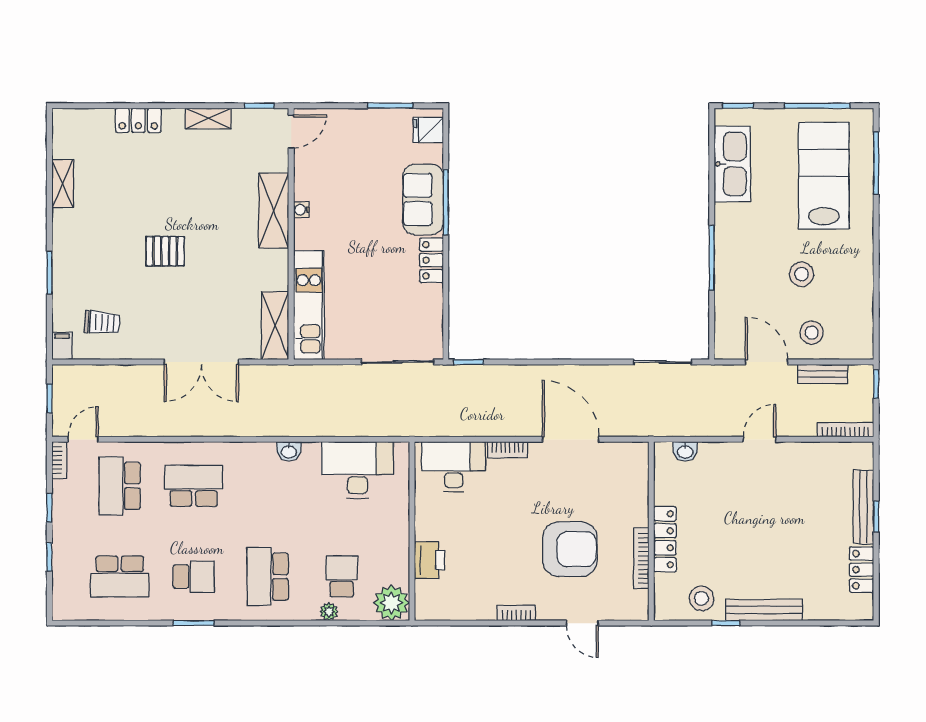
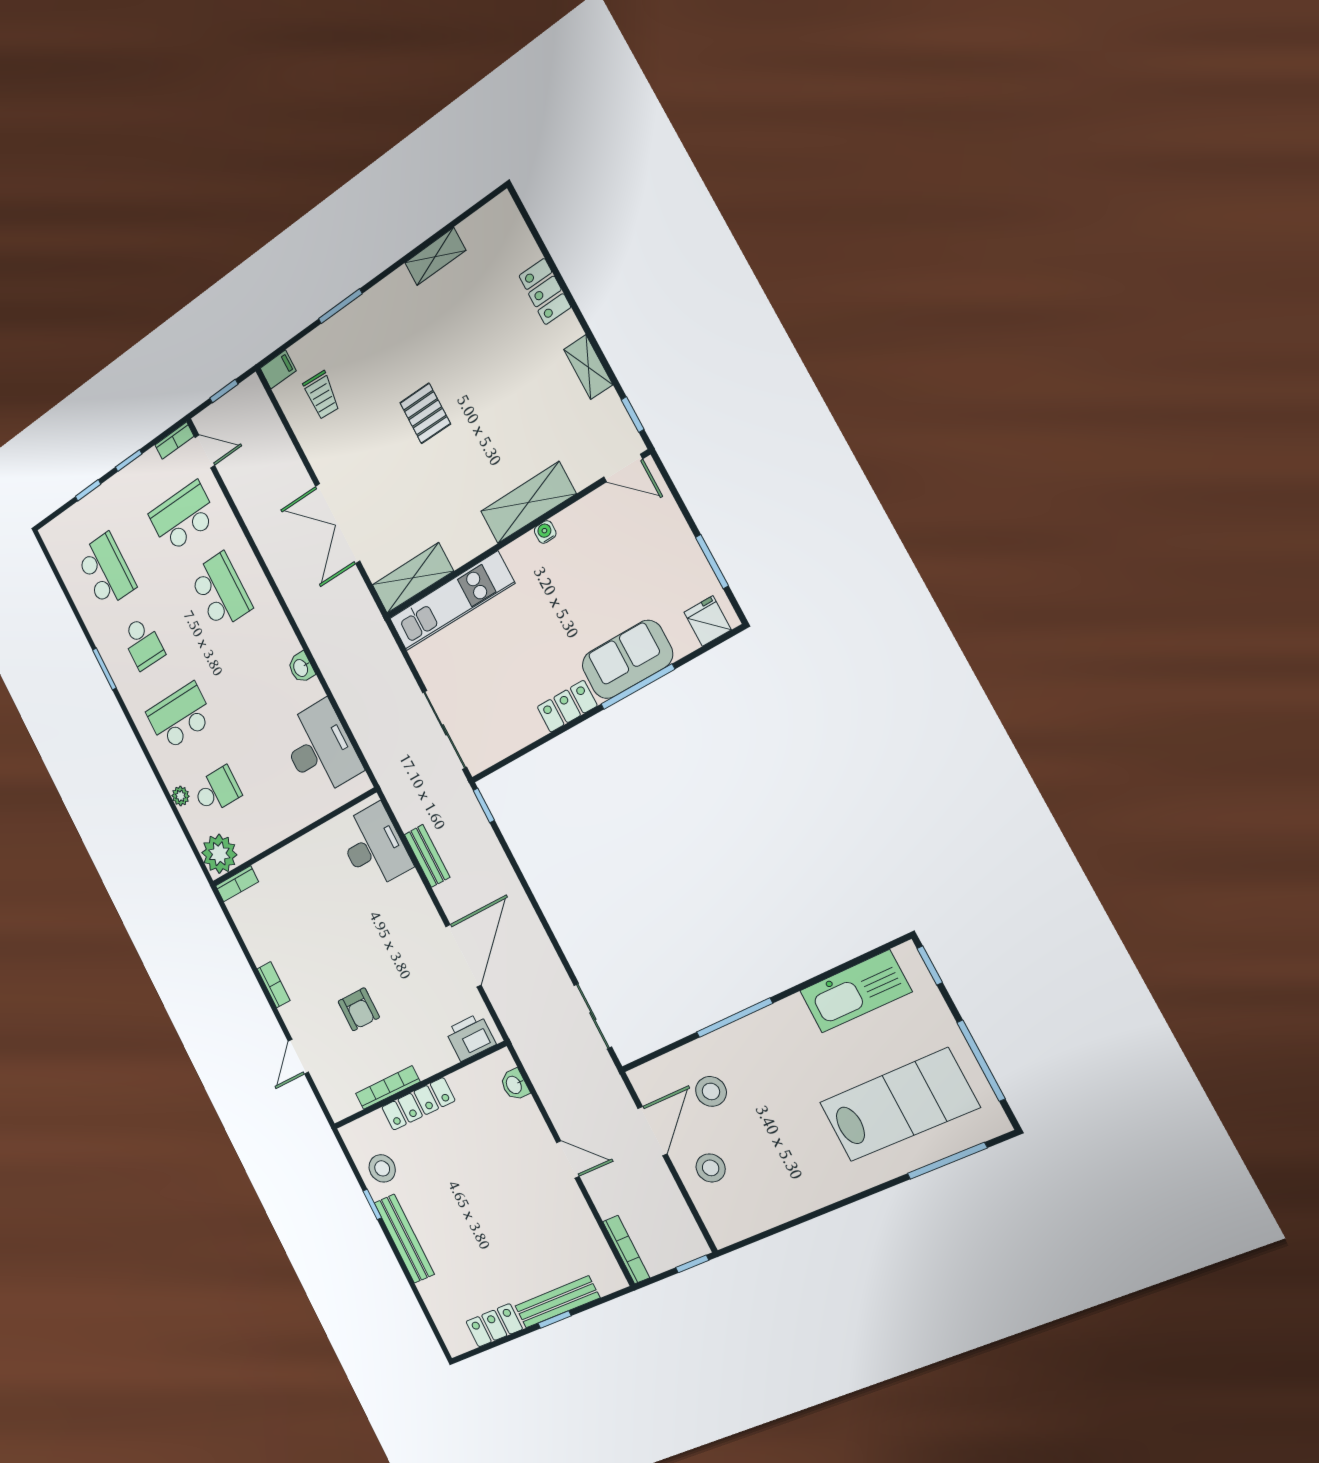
stool: (802, 274) -> (711, 1091), moved
bench: (823, 374) -> (427, 856), moved
bookcase: (508, 450) -> (237, 884), moved, turned -90
armchair: (570, 549) -> (359, 1009), width x0.53, depth x0.53
printer: (429, 560) -> (470, 1037), moved, turned 180
school desk: (120, 577) -> (106, 570), turned 180

